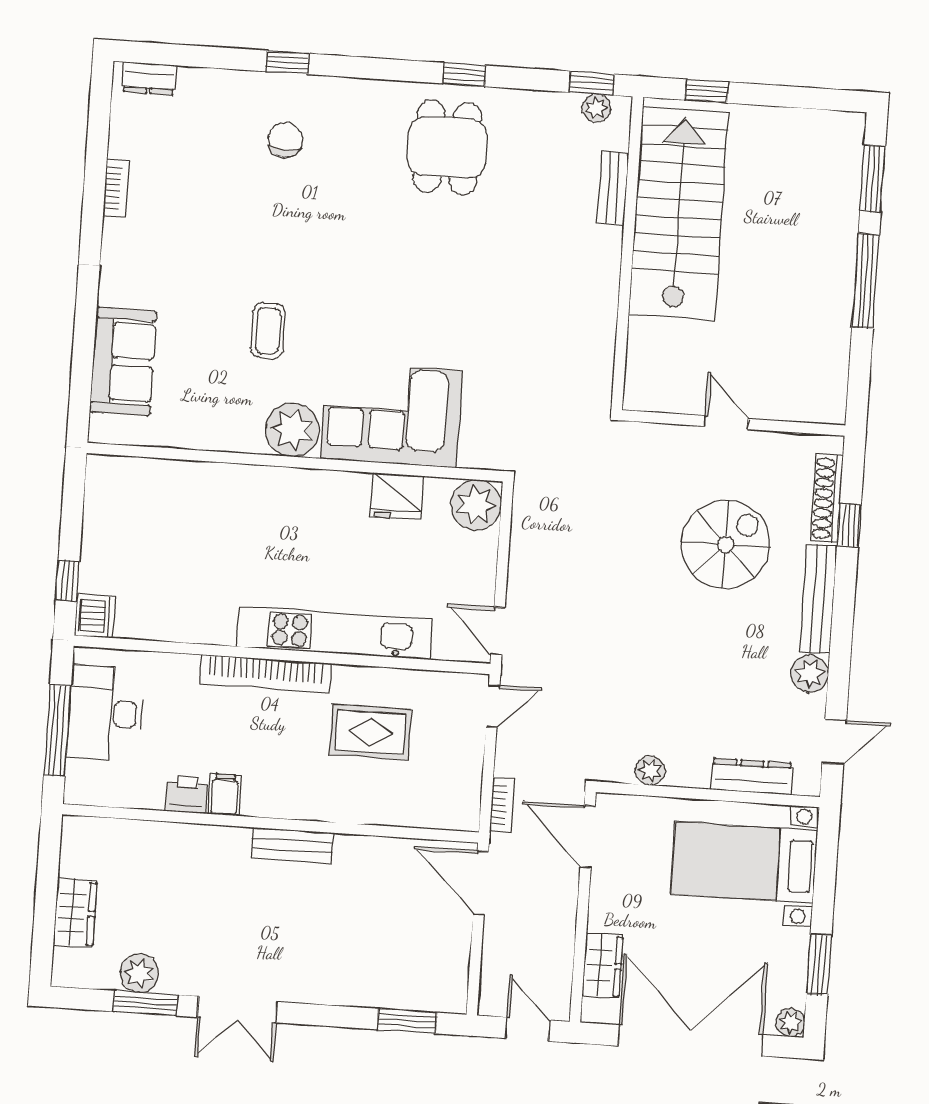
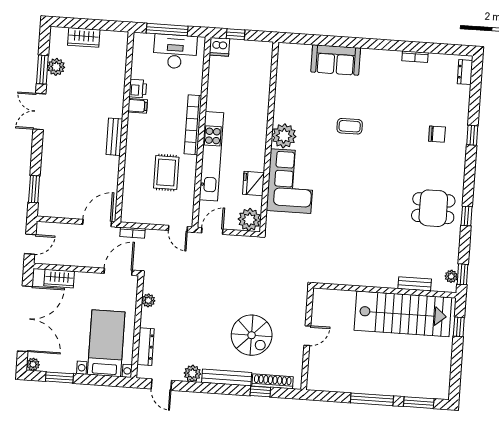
corner sofa: (392, 415) -> (291, 181), moved
plant: (293, 430) -> (284, 136), moved
wall: (295, 462) -> (269, 137), moved
fridge: (397, 496) -> (253, 183), moved
plant: (476, 505) -> (249, 220), moved

